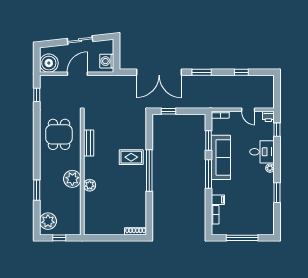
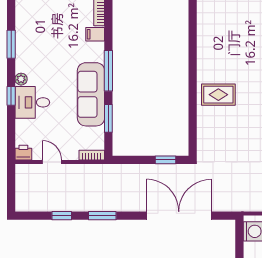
window: (202, 72) -> (102, 216), moved
window: (277, 130) -> (11, 96), moved
window: (149, 171) -> (193, 76), removed

